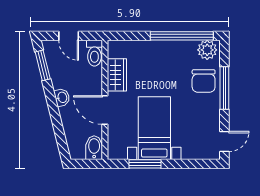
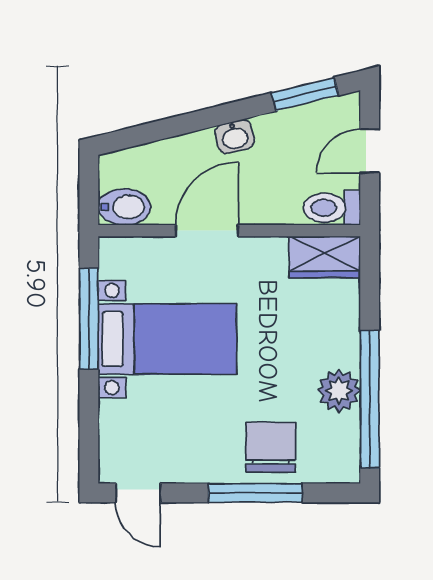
plant: (207, 50) -> (339, 391), moved
wardrobe: (117, 75) -> (325, 257), moved
chair: (204, 81) -> (271, 447), turned 90
window: (145, 164) -> (89, 319), width x1.44

